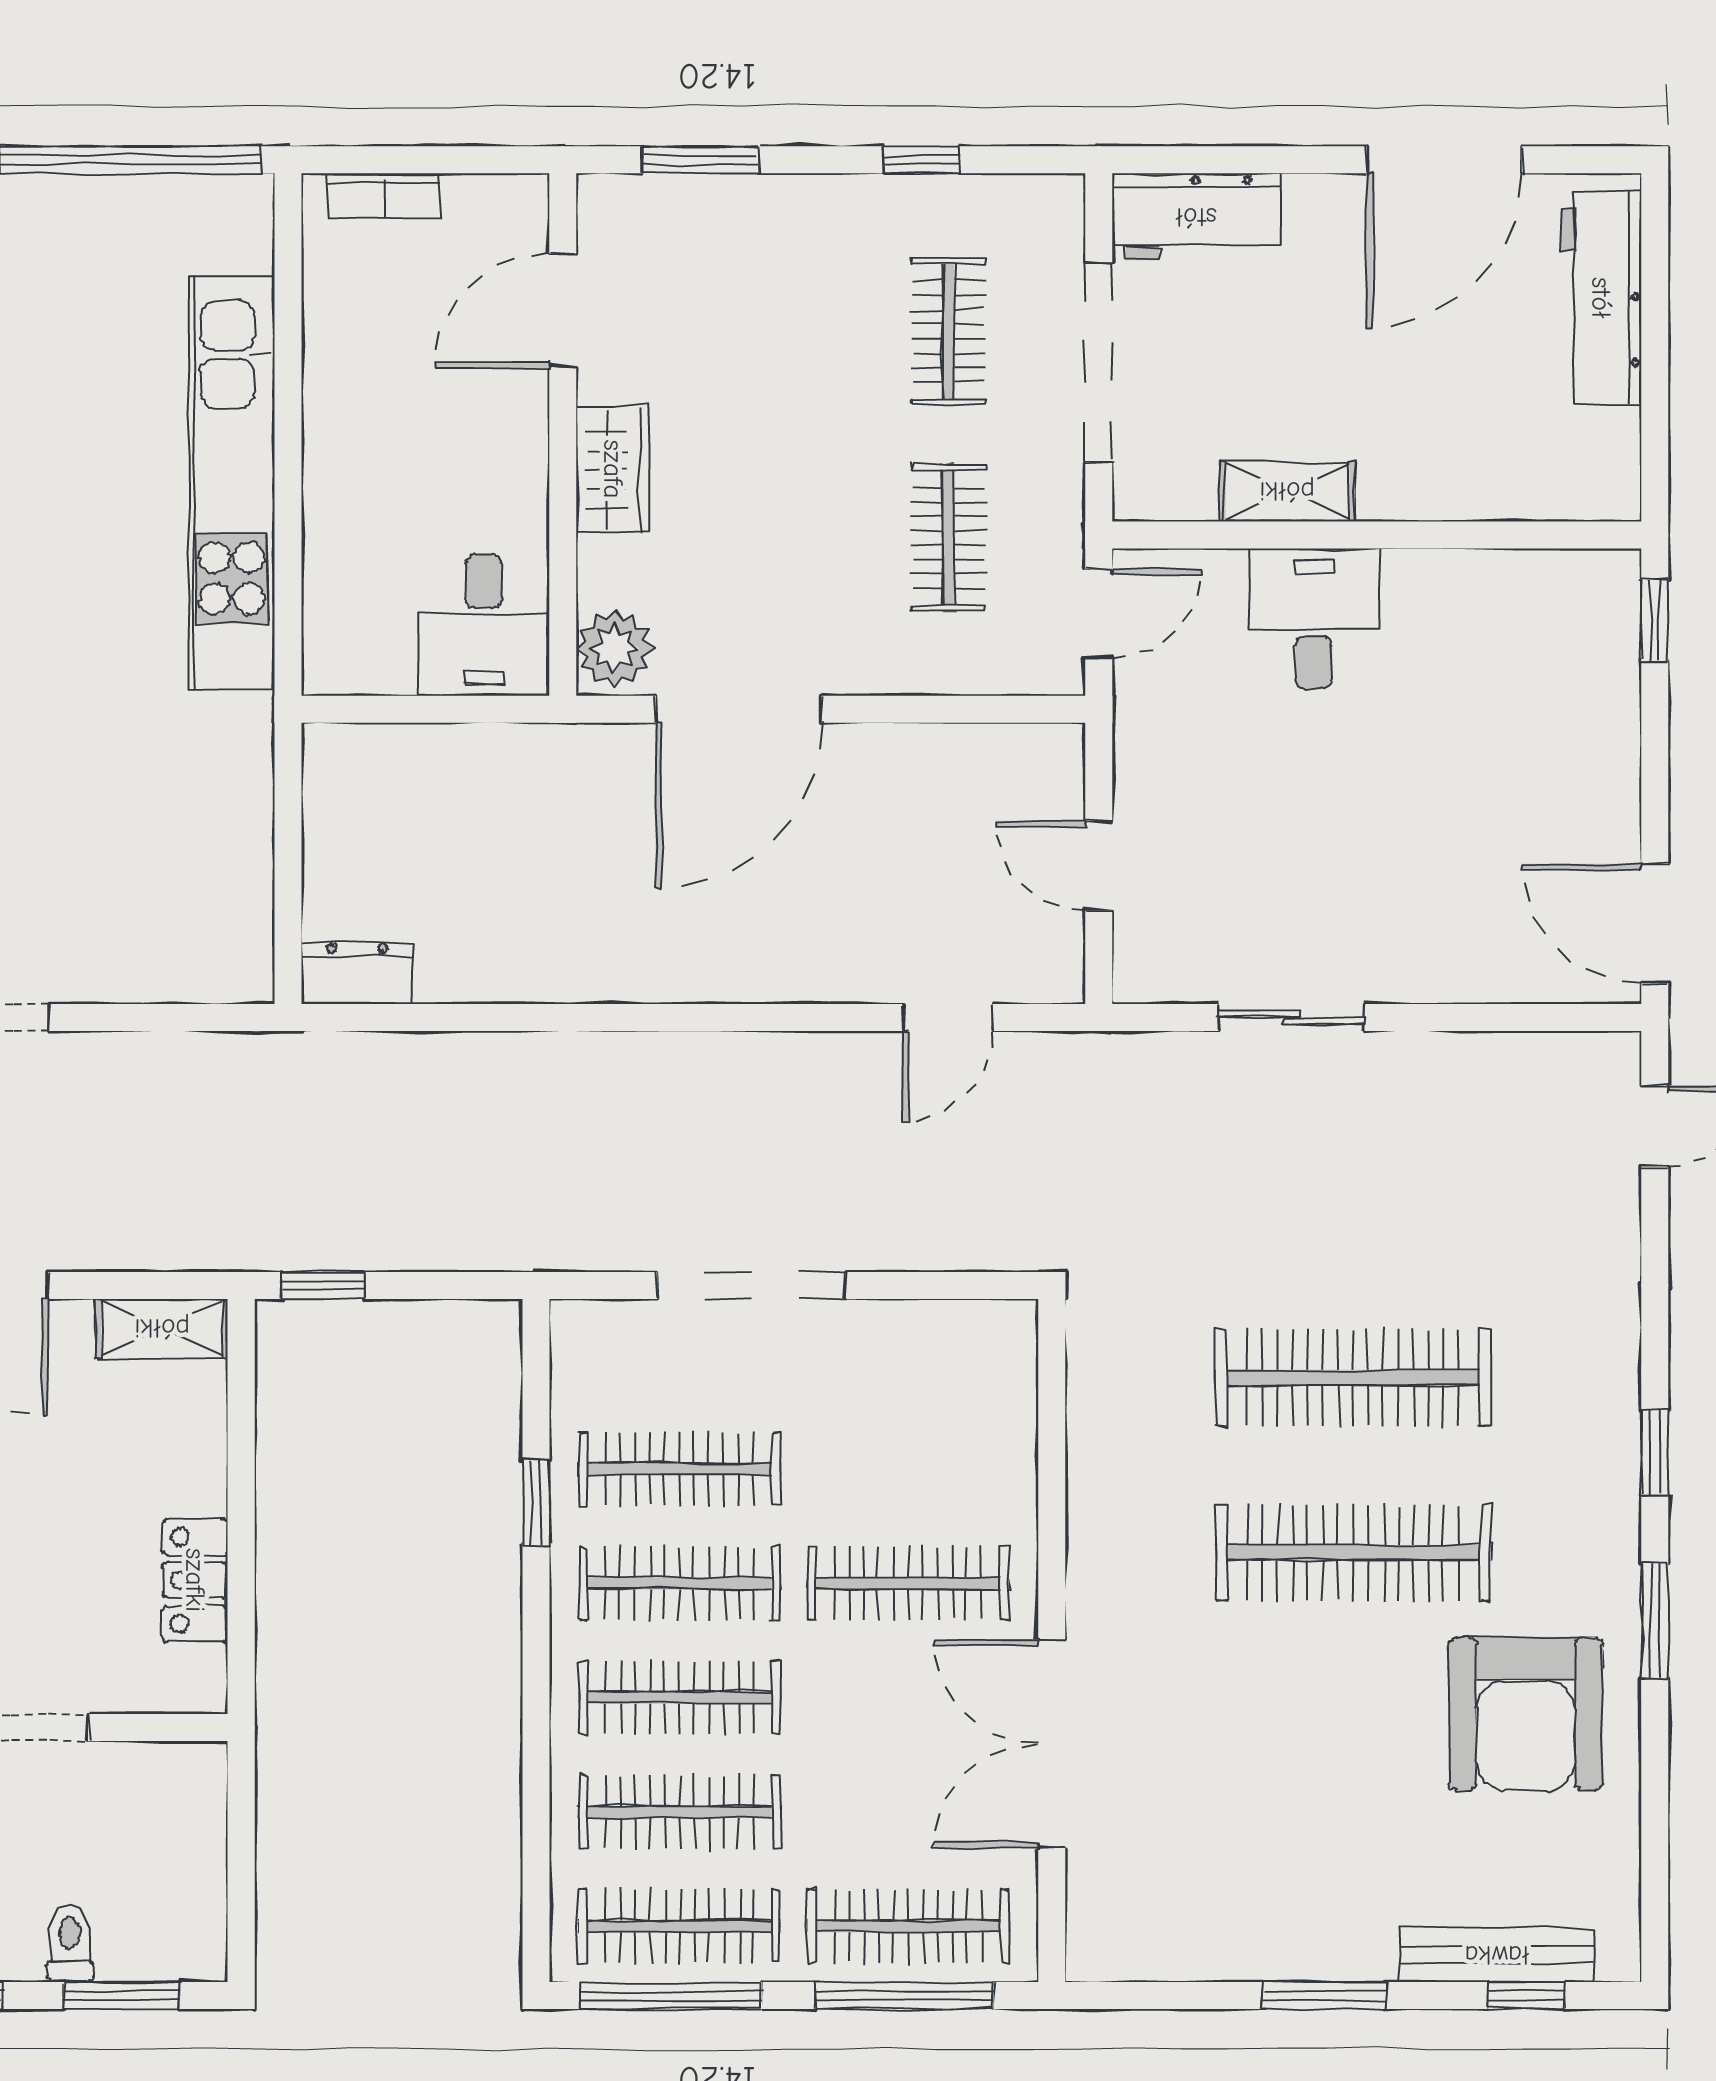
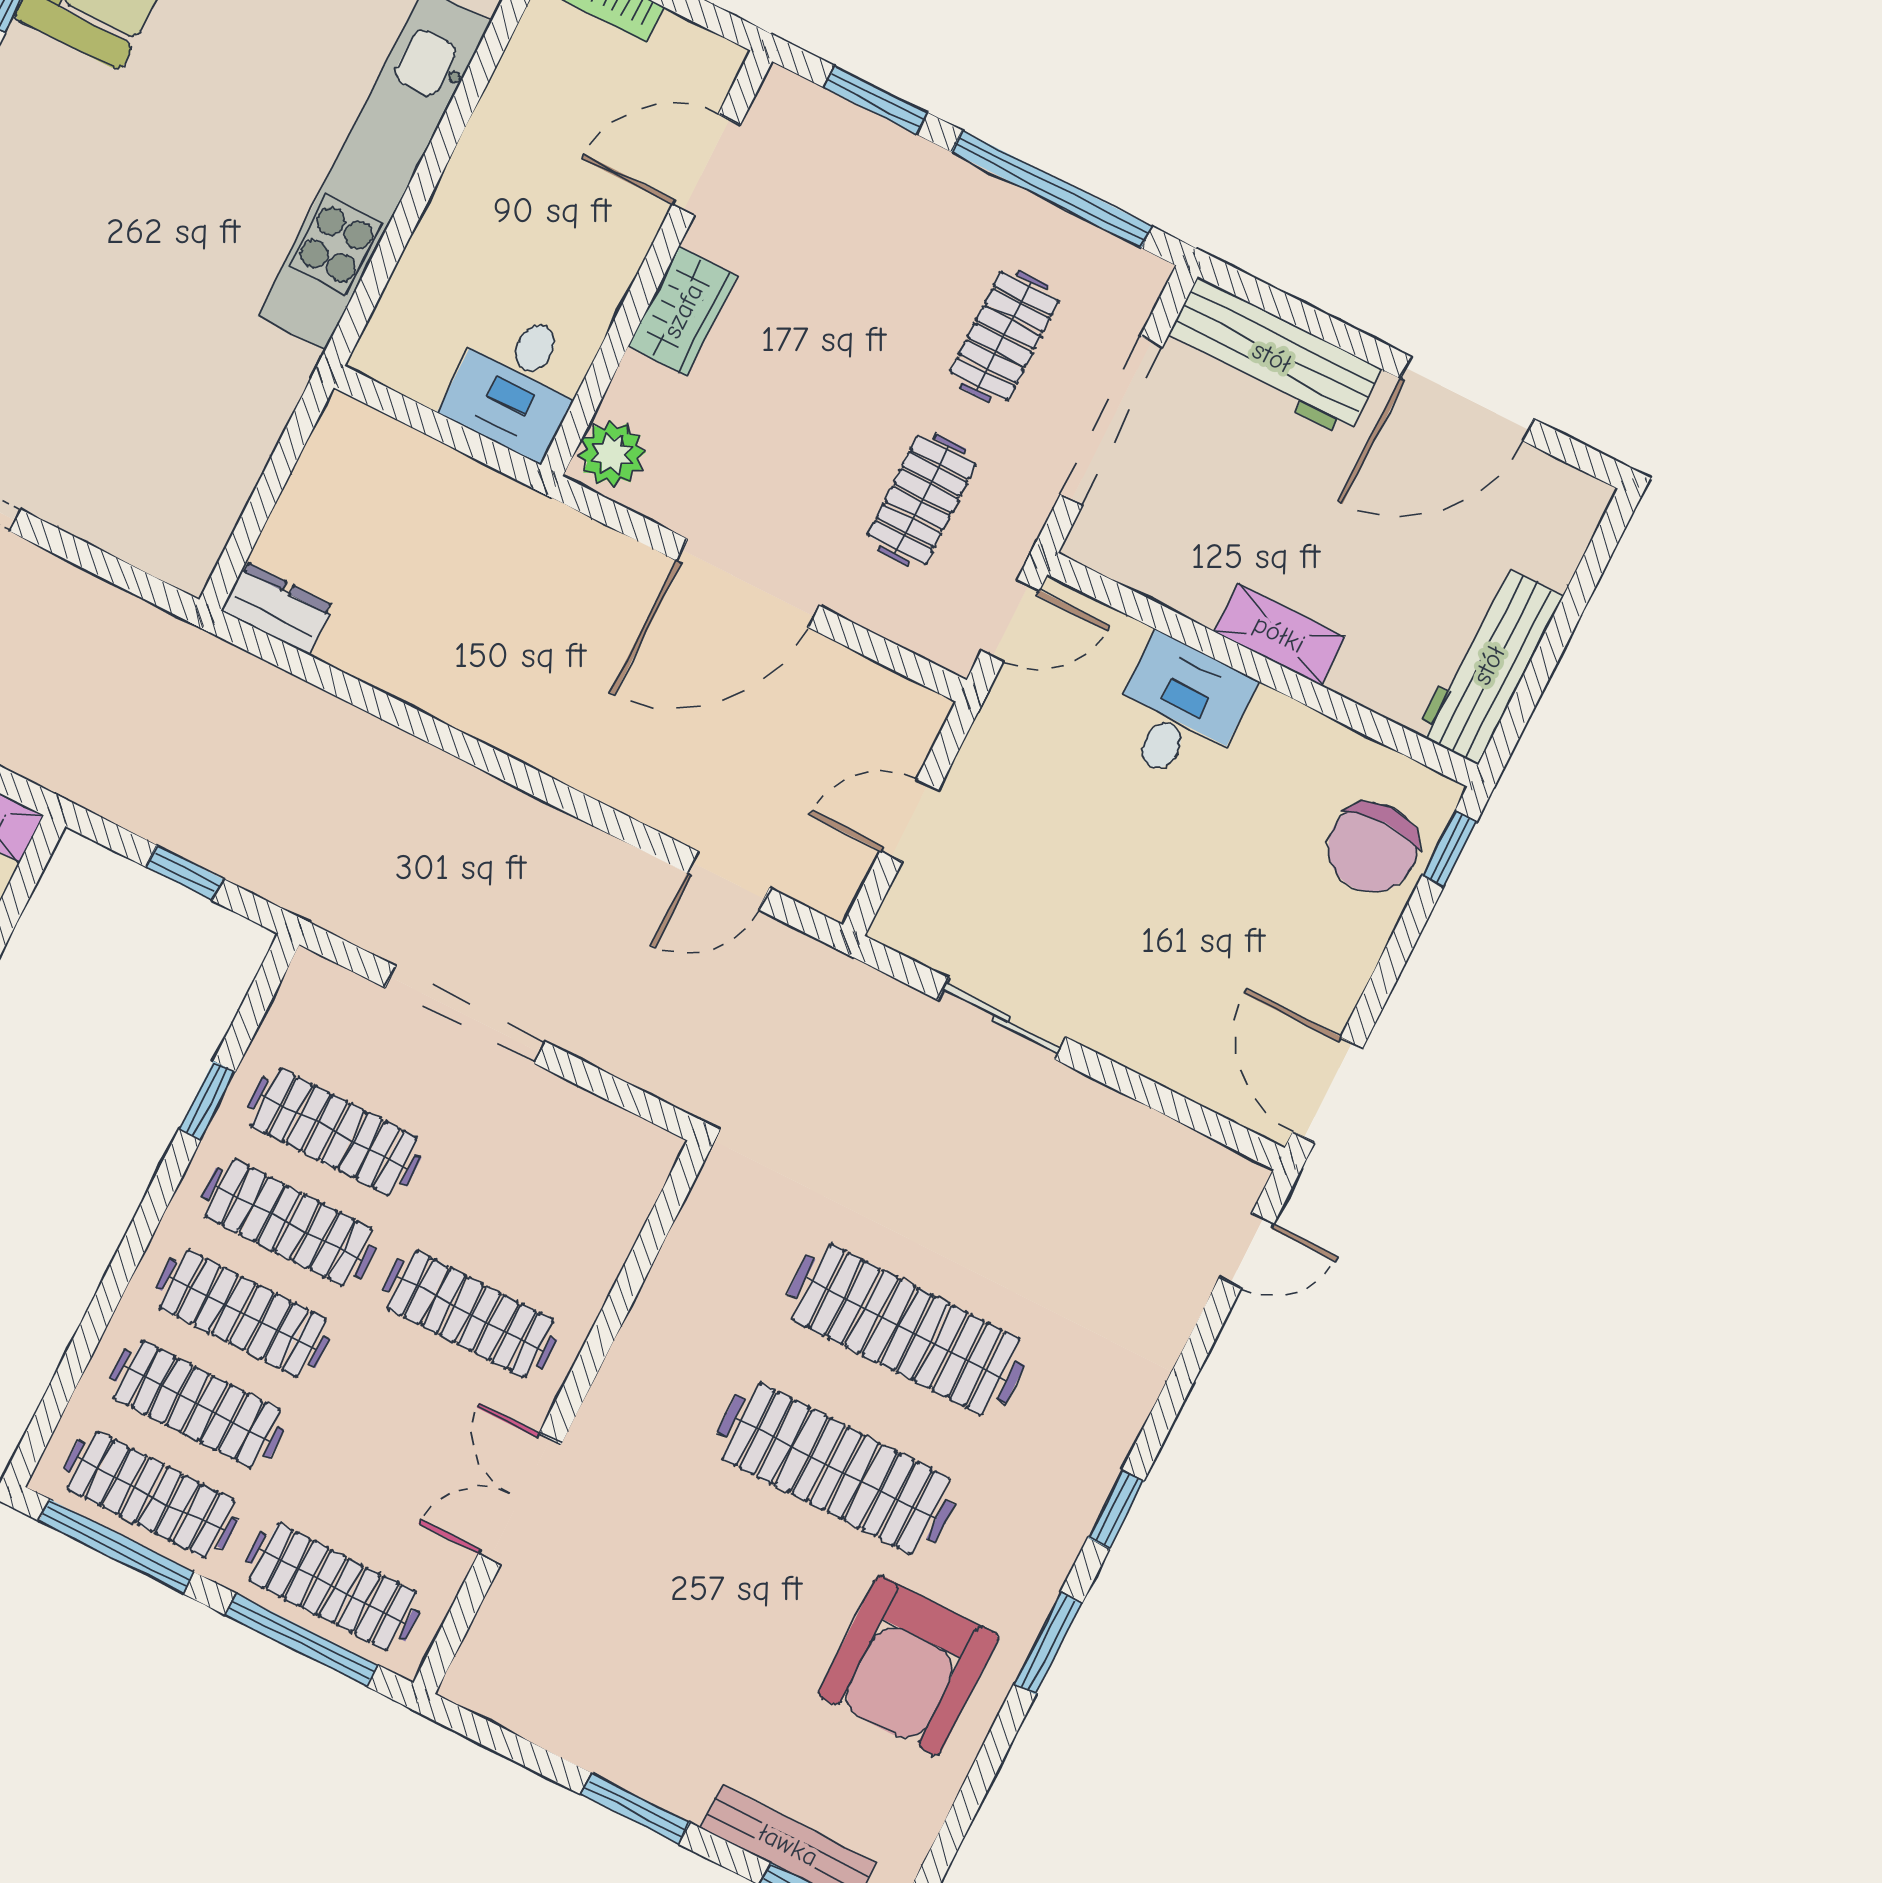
window: (922, 160) -> (1052, 189), width x3.17
workbench: (1196, 217) -> (1272, 357), width x1.38
workbench: (1601, 298) -> (1489, 665), moved
shelving: (1287, 491) -> (1279, 634), moved
chair: (1577, 658) -> (1373, 848), added
door: (739, 709) -> (748, 583), moved
door: (1099, 866) -> (909, 821), hinge flipped
window: (323, 1285) -> (184, 873), moved
double door: (1052, 1744) -> (520, 1499), width x0.73

